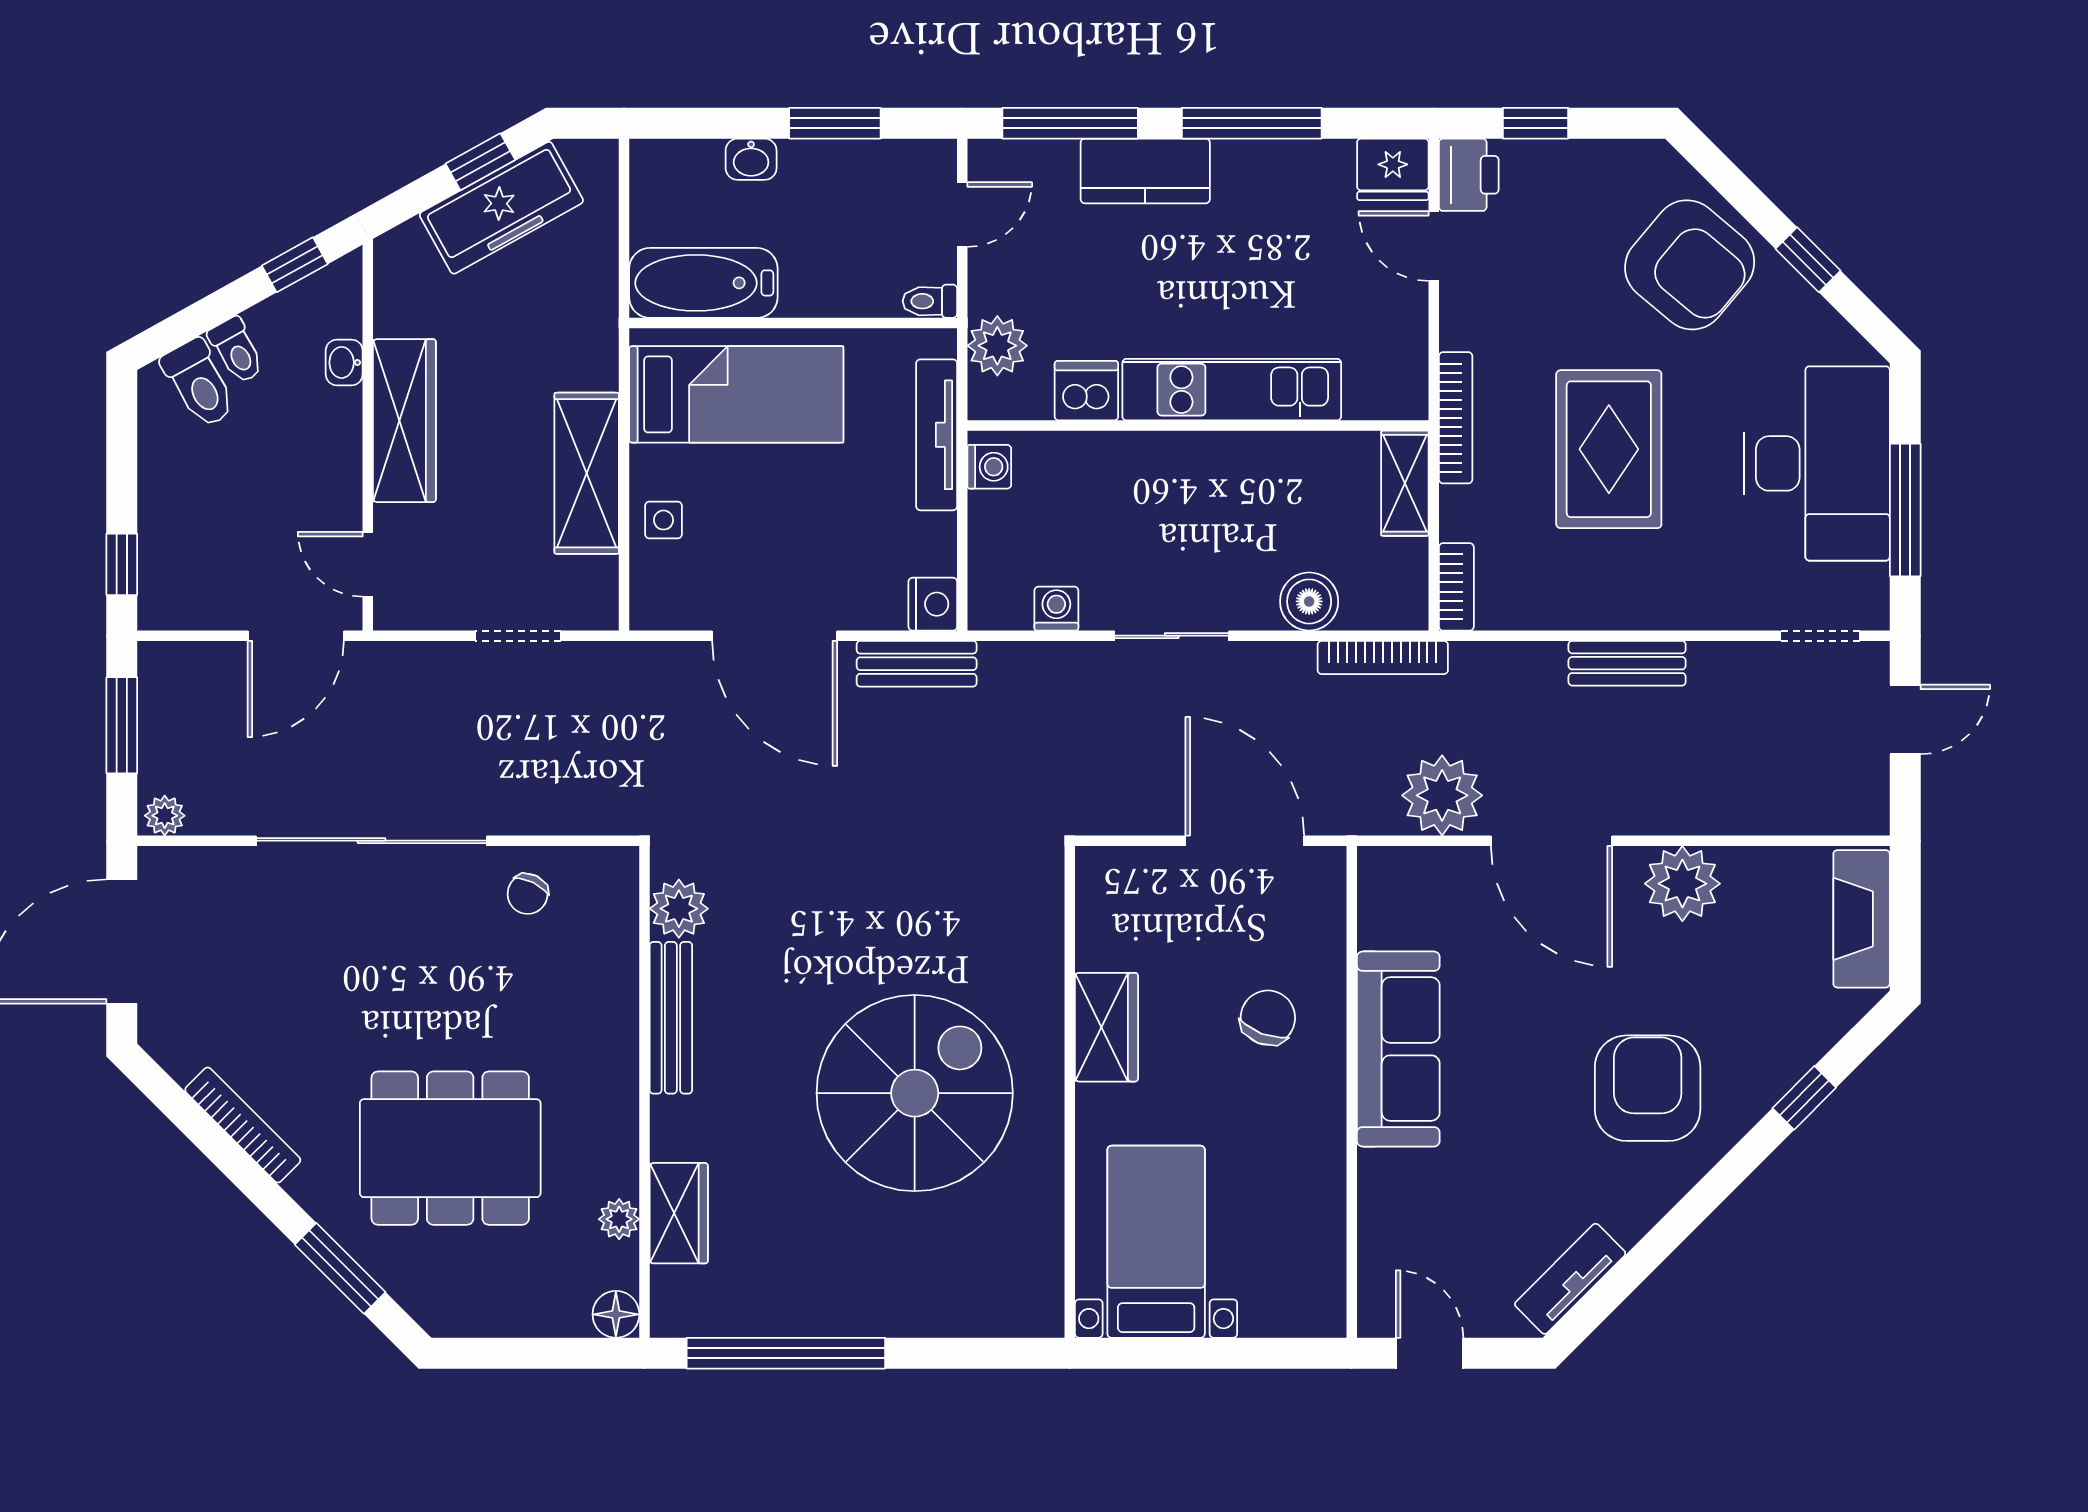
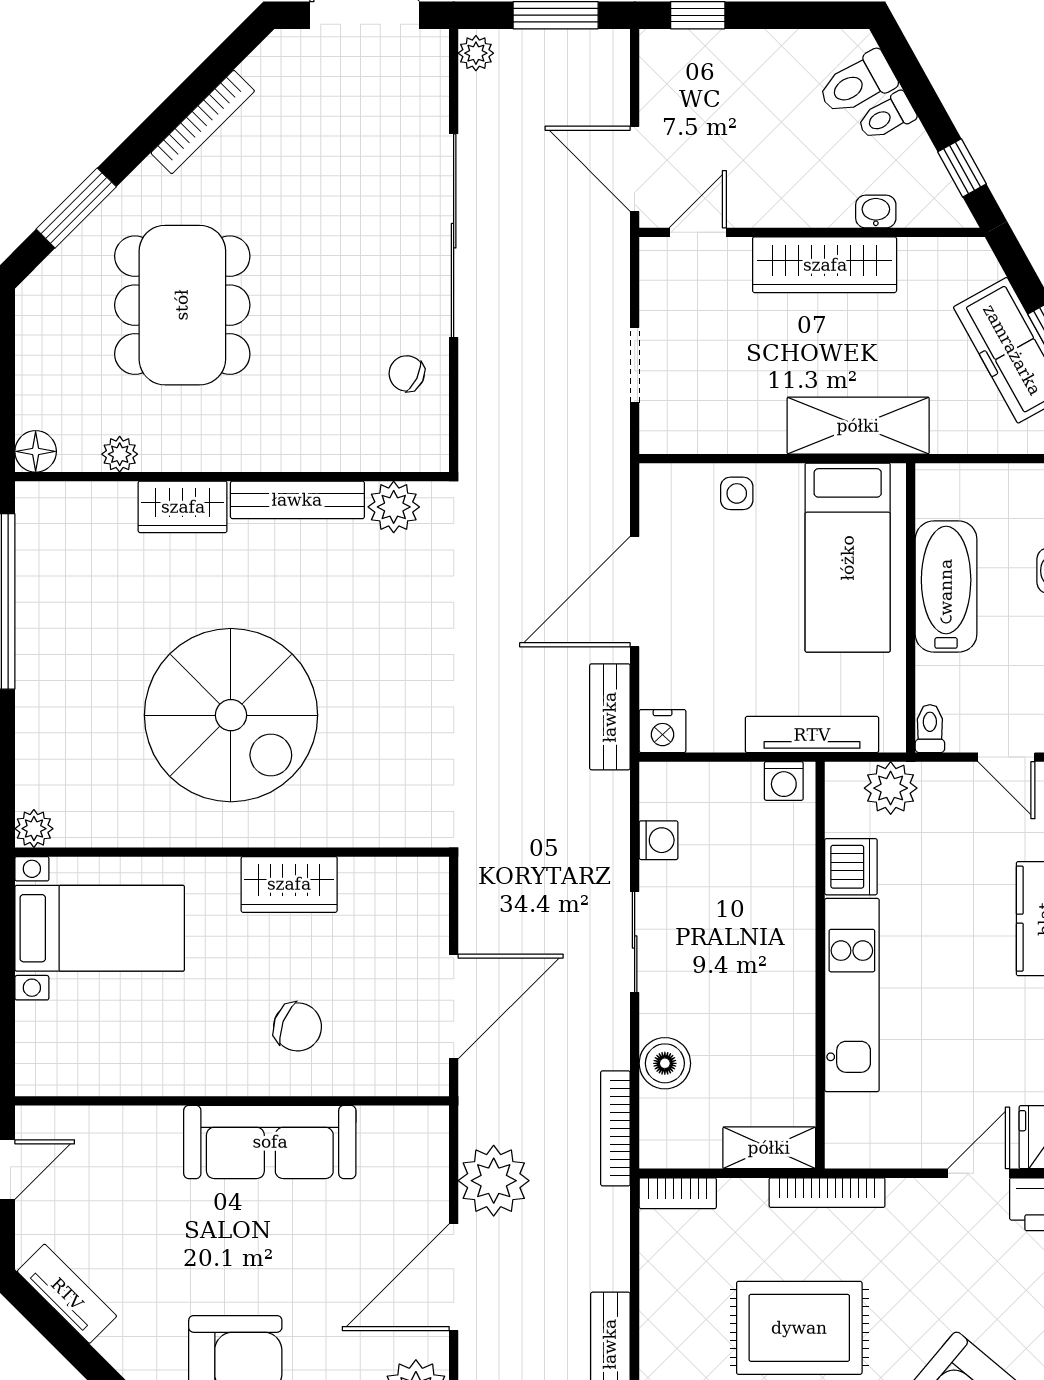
bathtub: (703, 283) -> (946, 587), moved
shelving: (587, 473) -> (858, 426), moved
wardrobe: (679, 1213) -> (183, 507), moved
plant: (1043, 1316) -> (34, 829), added

